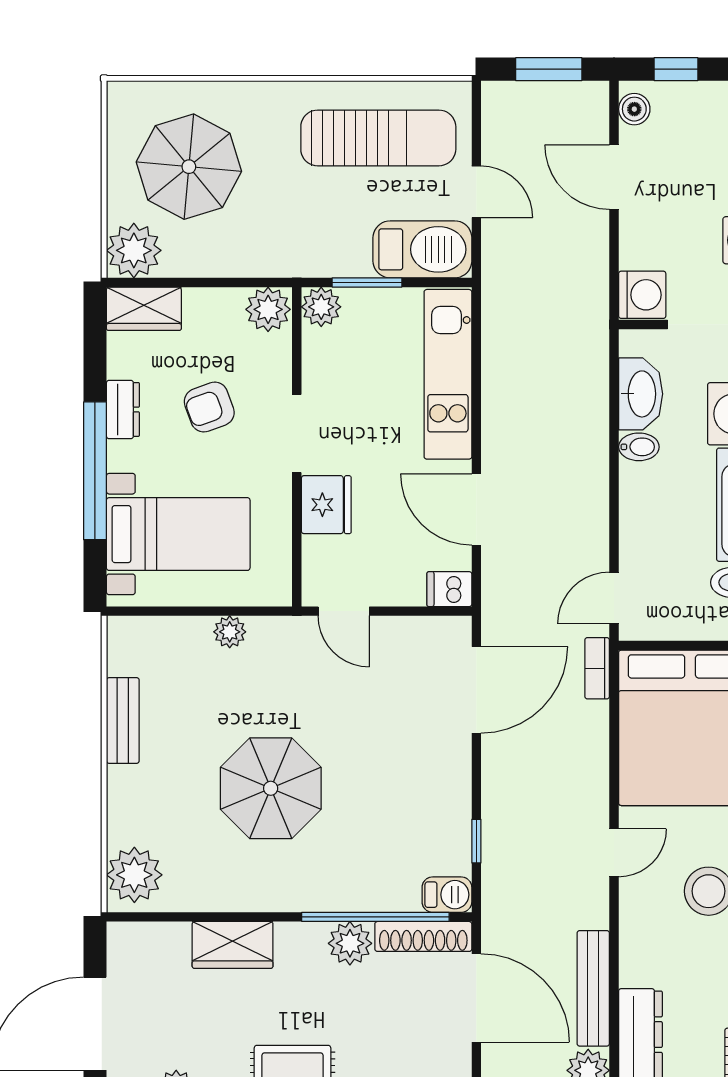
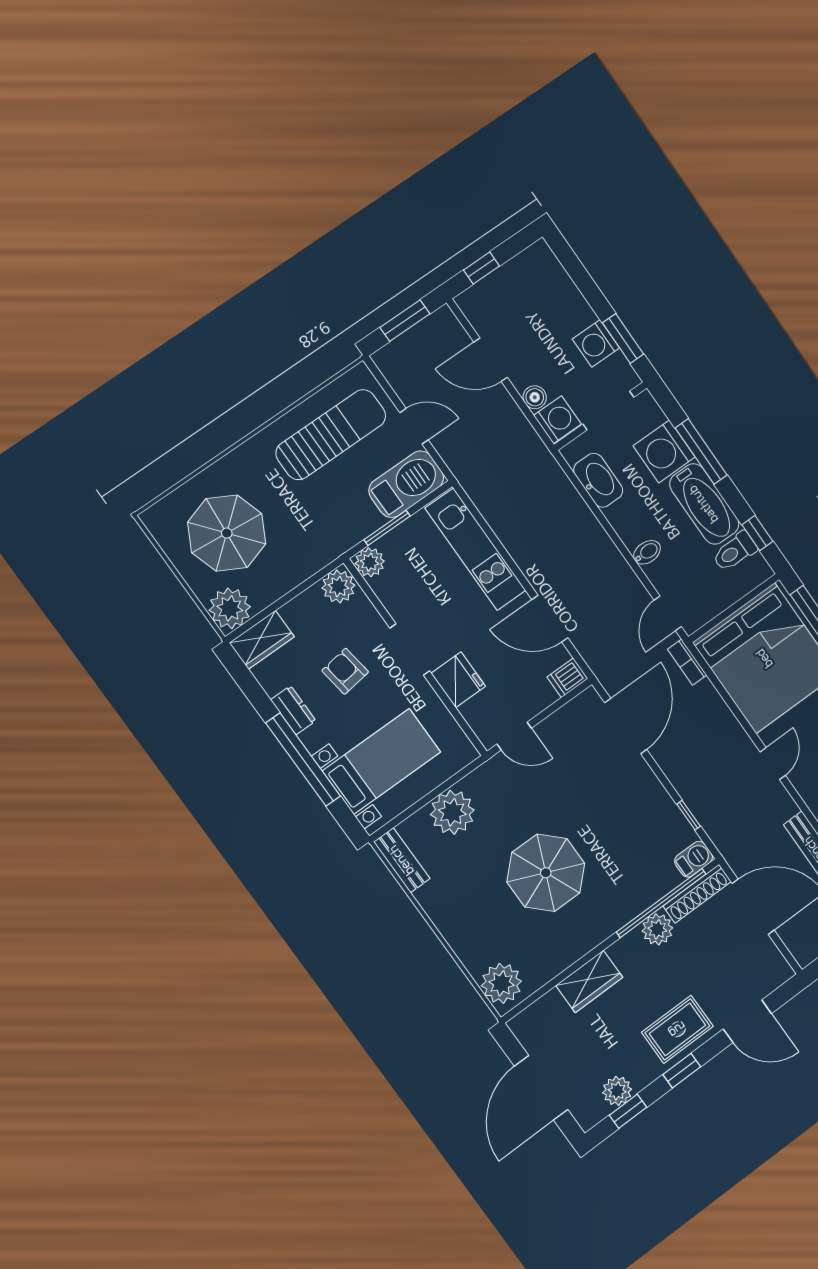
boiler: (634, 109) -> (535, 397), moved
armchair: (209, 407) -> (345, 671), turned 102
bidet: (639, 447) -> (647, 552), moved
plant: (230, 632) -> (452, 812), width x1.88, depth x1.88
bench: (123, 720) -> (402, 860), moved

